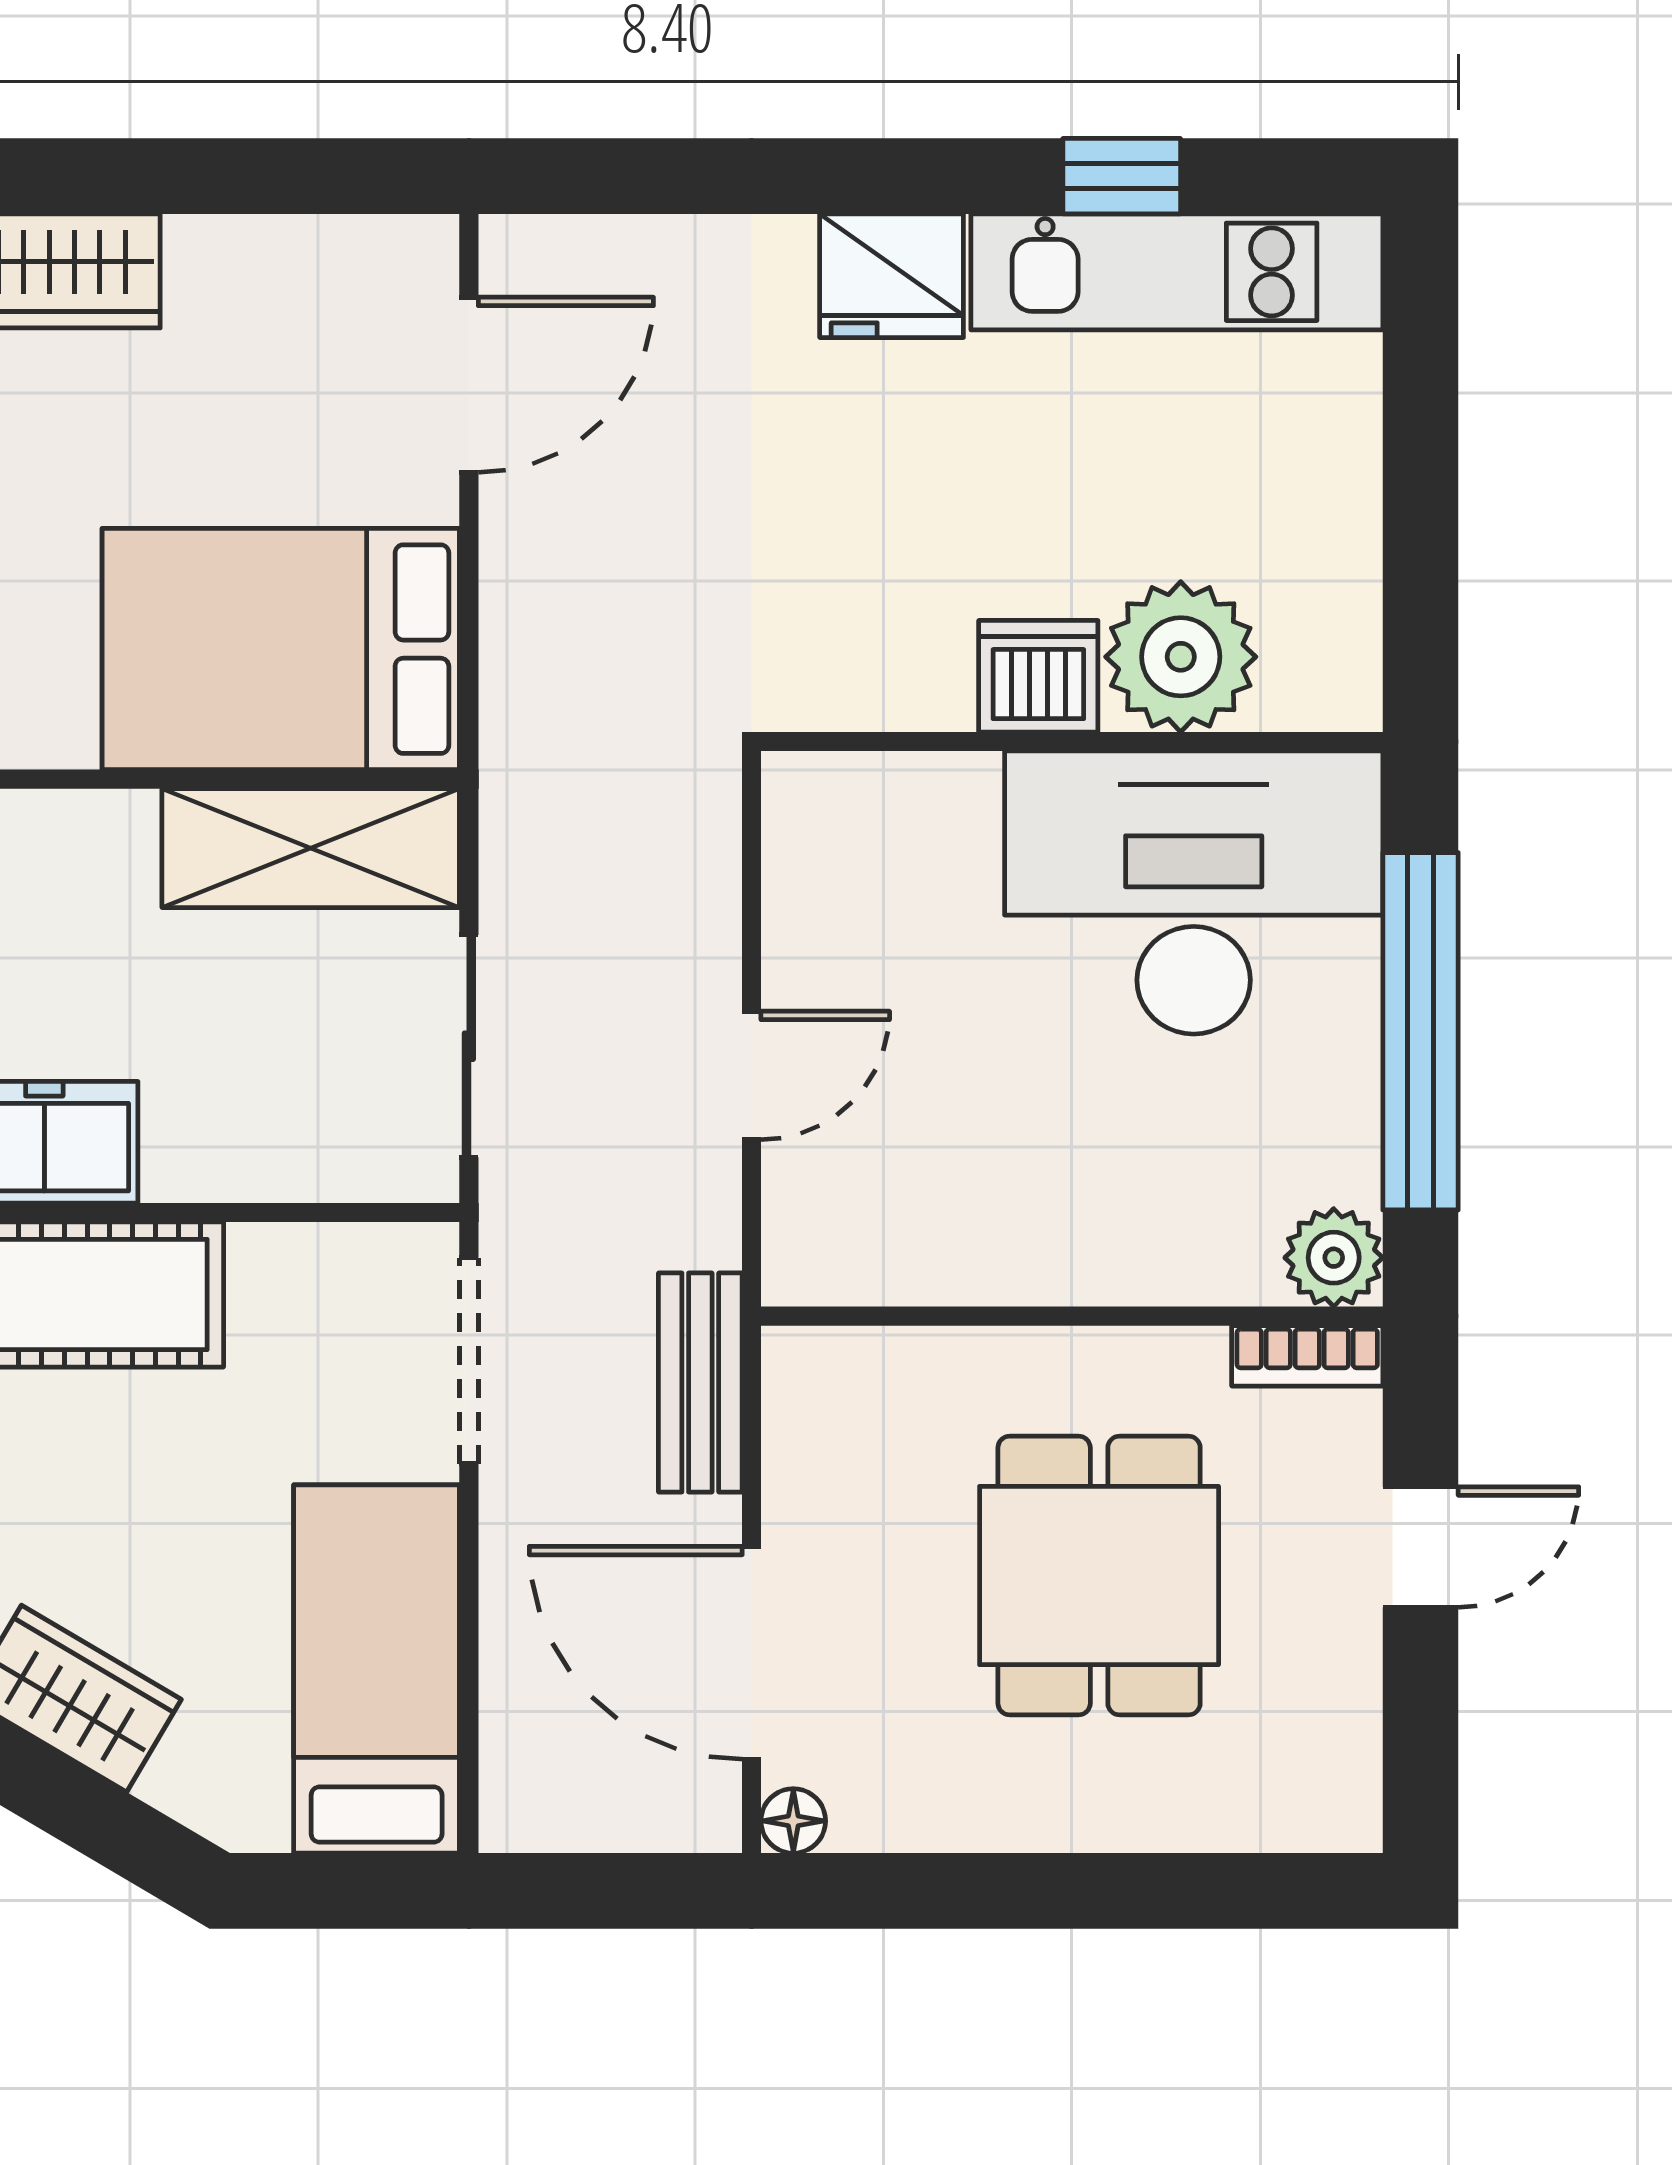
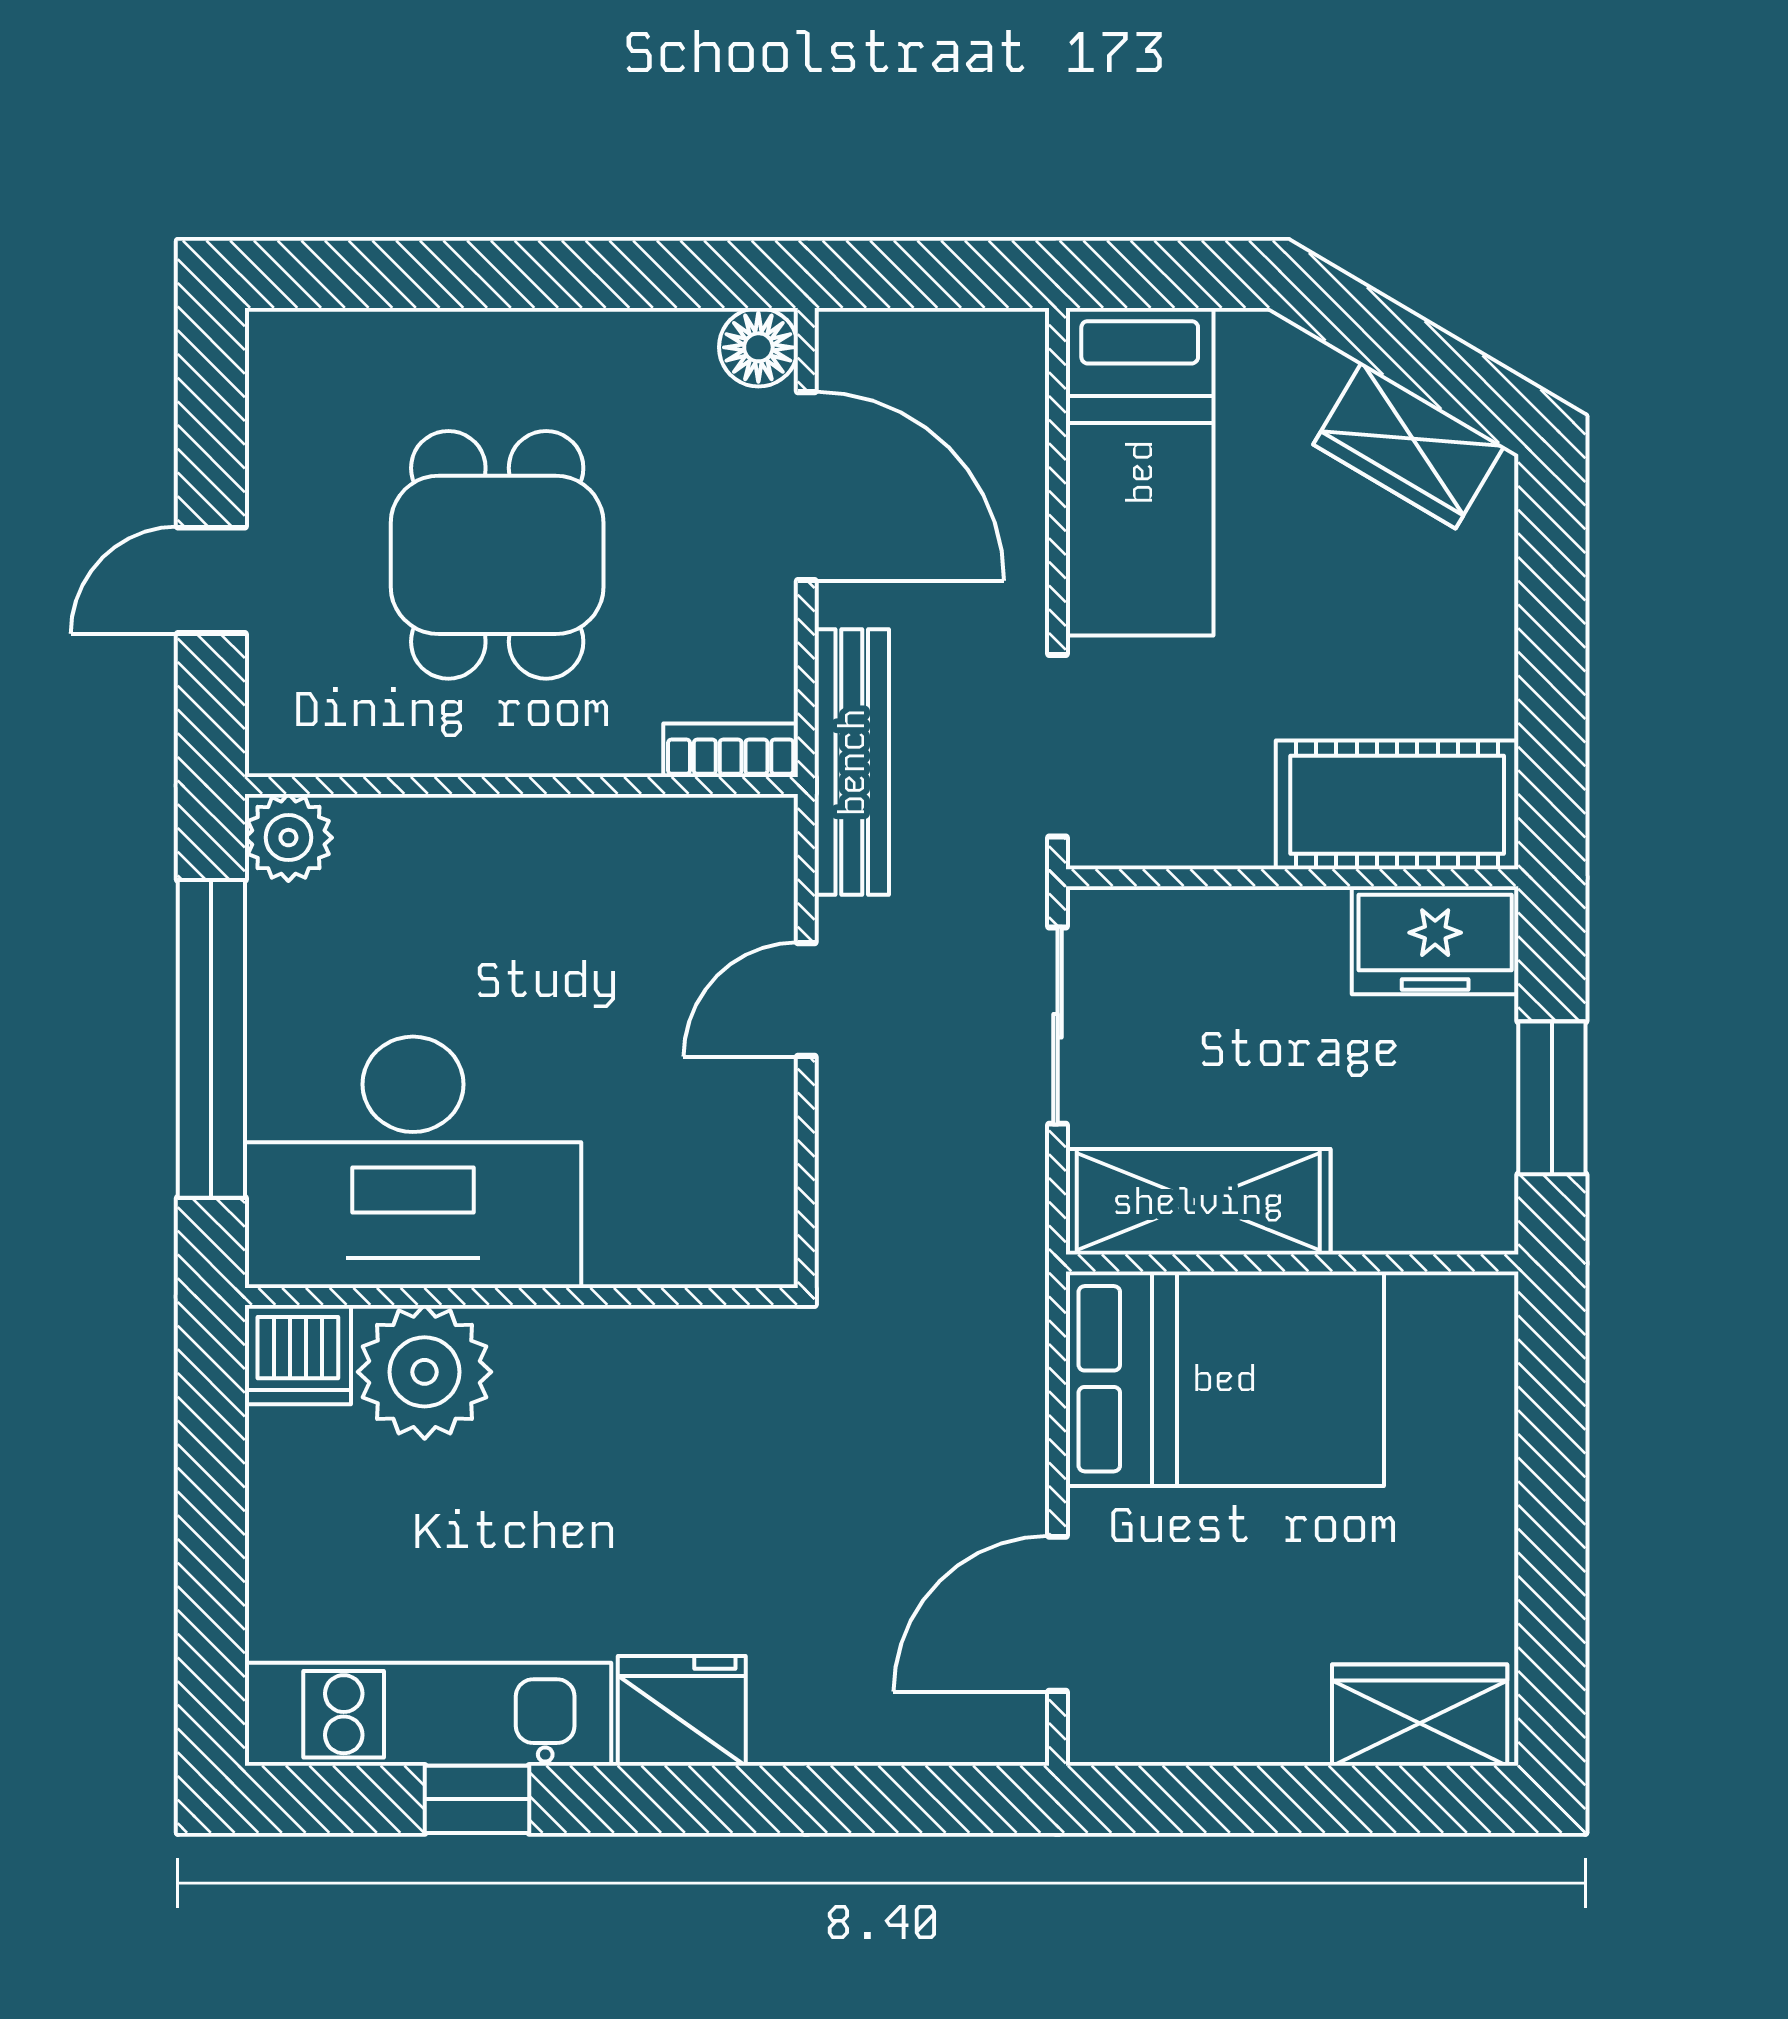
dishwasher: (1038, 676) -> (298, 1355), moved
bookcase: (1307, 1356) -> (731, 750), moved
bench: (700, 1383) -> (852, 762), width x1.36
floor lamp: (793, 1821) -> (758, 347), width x1.37, depth x1.37

